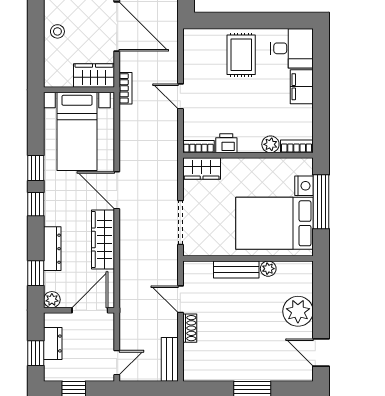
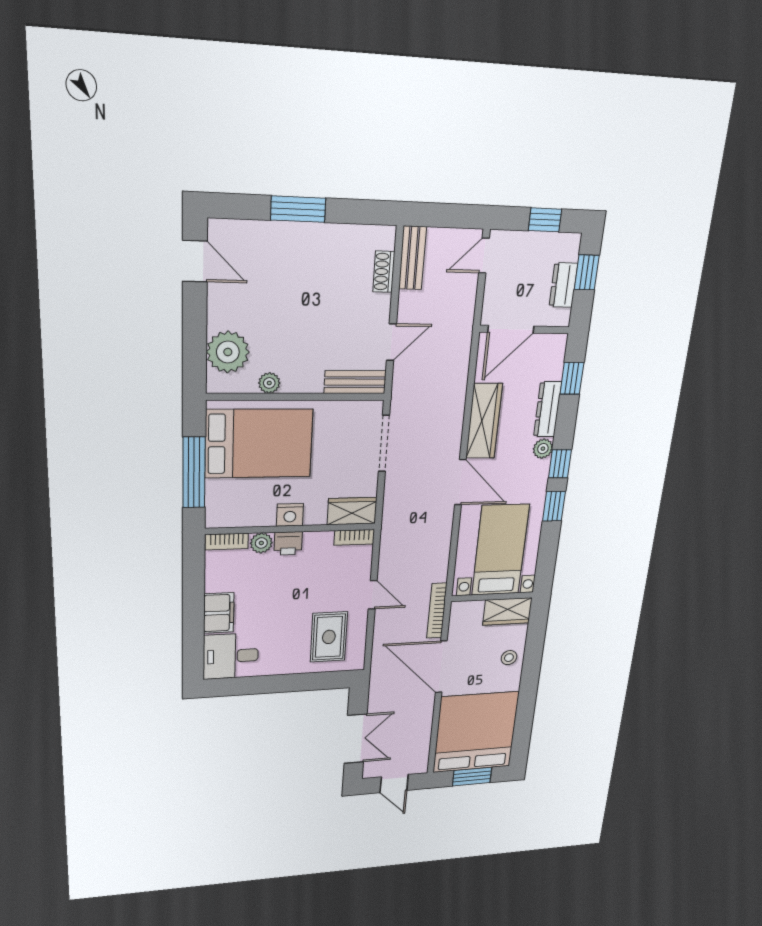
rug: (241, 55) -> (329, 637), moved
wardrobe: (94, 75) -> (507, 611), moved
bookcase: (126, 88) -> (437, 611), width x1.56
printer: (226, 143) -> (288, 543), moved
nightstand: (304, 186) -> (290, 515), moved, turned -90
bench: (236, 270) -> (355, 382), moved
door: (180, 299) -> (391, 342), hinge flipped
plant: (52, 300) -> (543, 449), moved
plant: (298, 311) -> (228, 352), moved
shoe rack: (190, 328) -> (384, 272), moved

